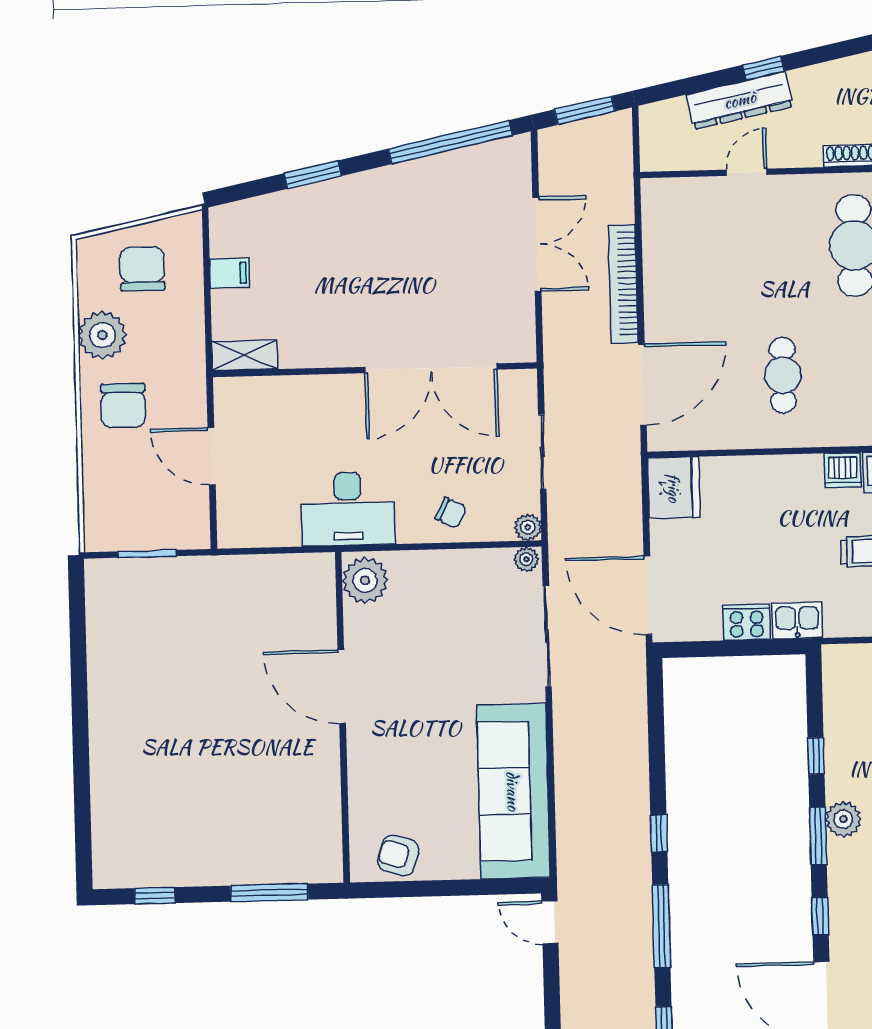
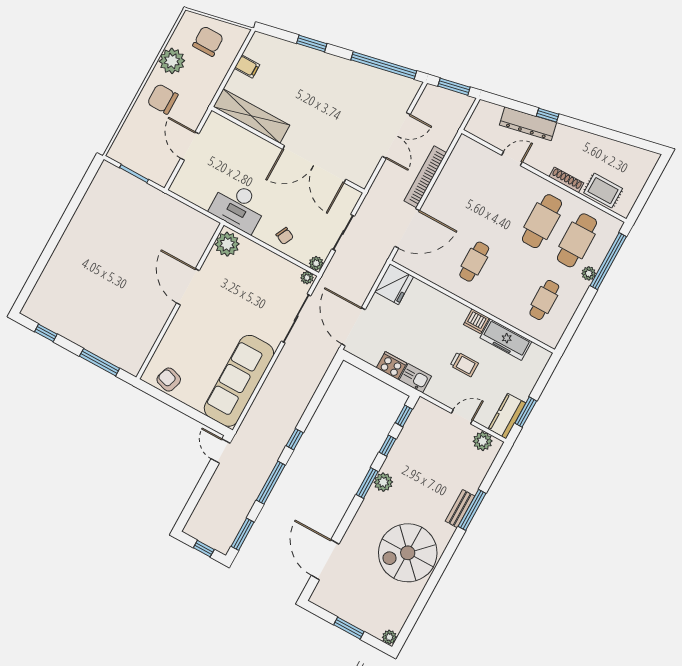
shelving: (245, 355) -> (251, 116), width x2.20, depth x1.33
chair: (123, 406) -> (163, 99), turned 90
window: (820, 916) -> (404, 416), moved

